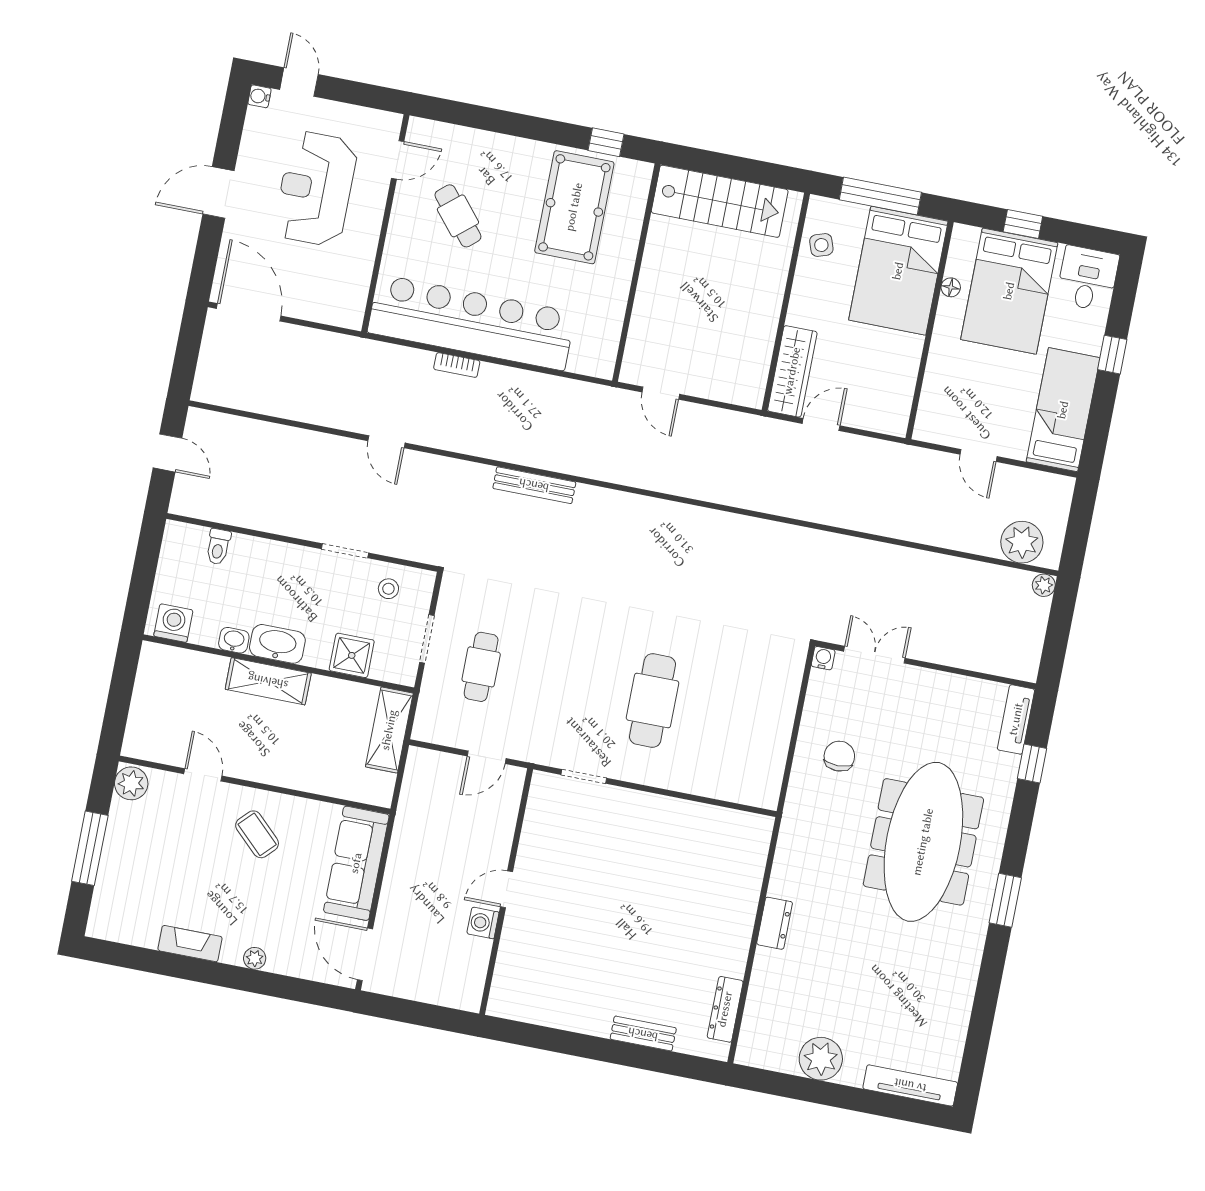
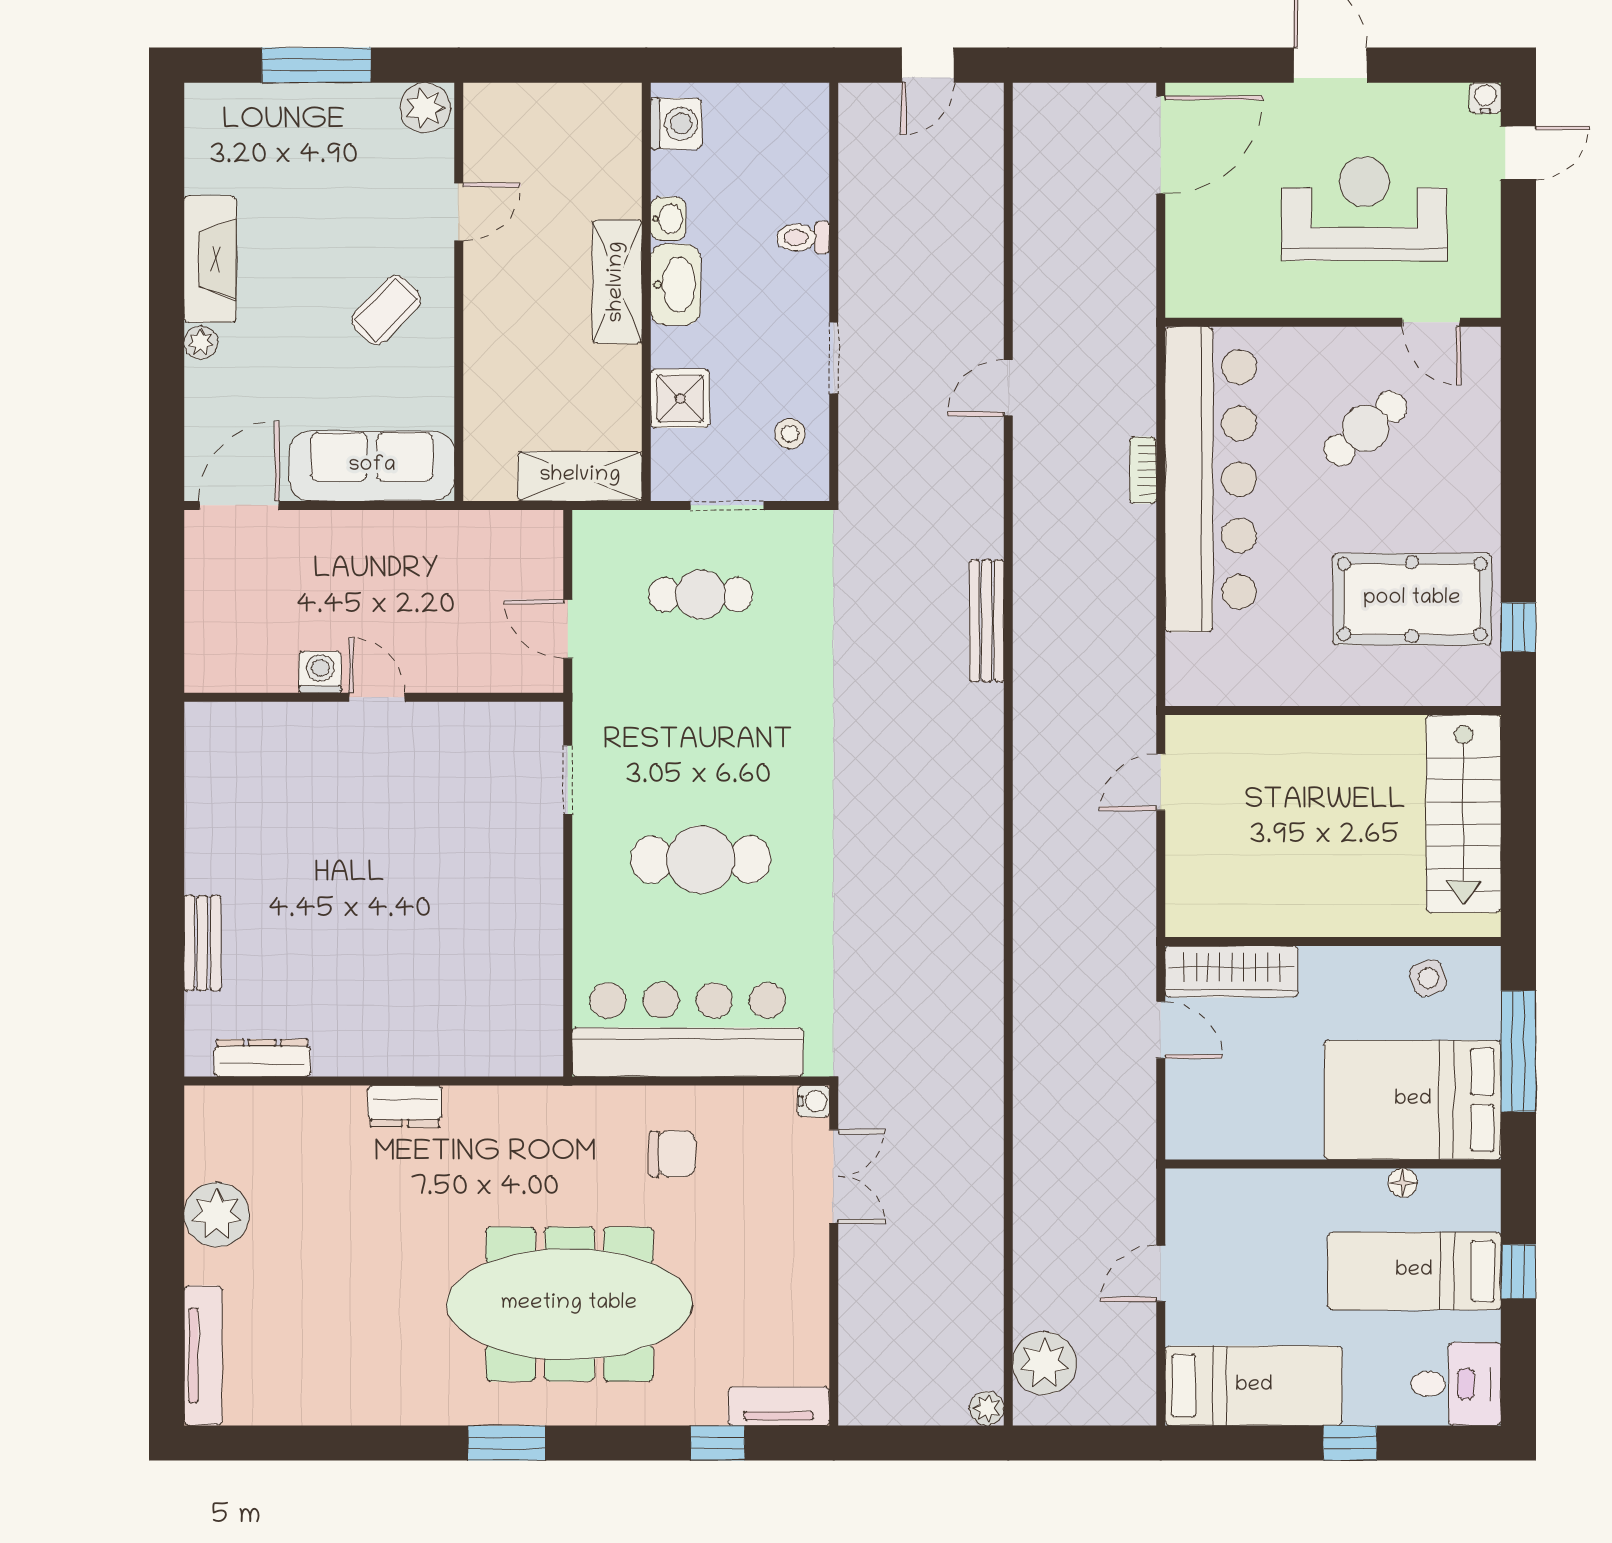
bed: (1009, 291) -> (1414, 1271), width x0.67
toilet: (218, 547) -> (803, 238), moved
bar counter: (761, 731) -> (688, 1030), added
fireplace: (190, 944) -> (210, 259), width x1.37, depth x1.32

